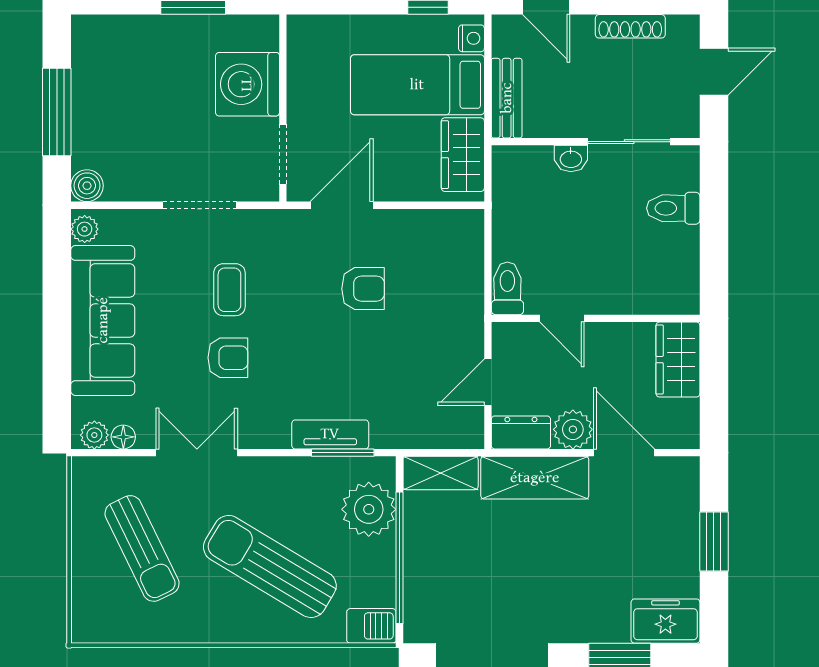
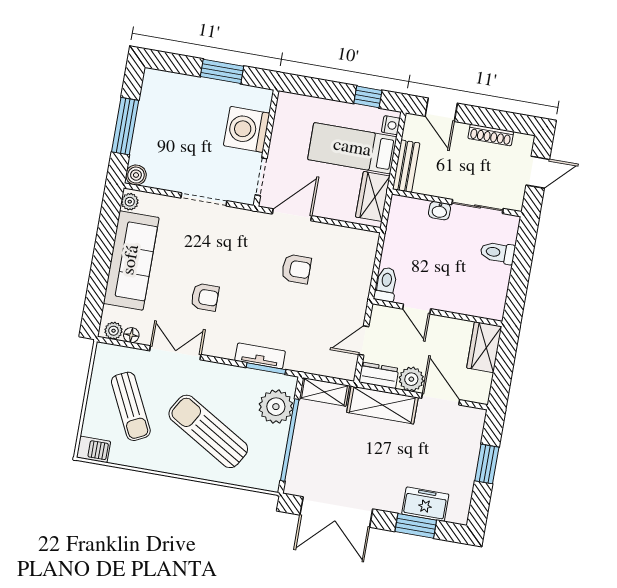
coffee table: (229, 290) -> (213, 255), removed
freezer: (665, 621) -> (425, 504), moved
barbecue: (371, 626) -> (94, 449), moved

